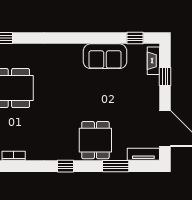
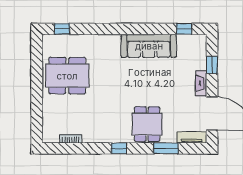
sofa: (105, 56) -> (149, 46), width x1.36
fireplace: (153, 61) -> (201, 83), moved

